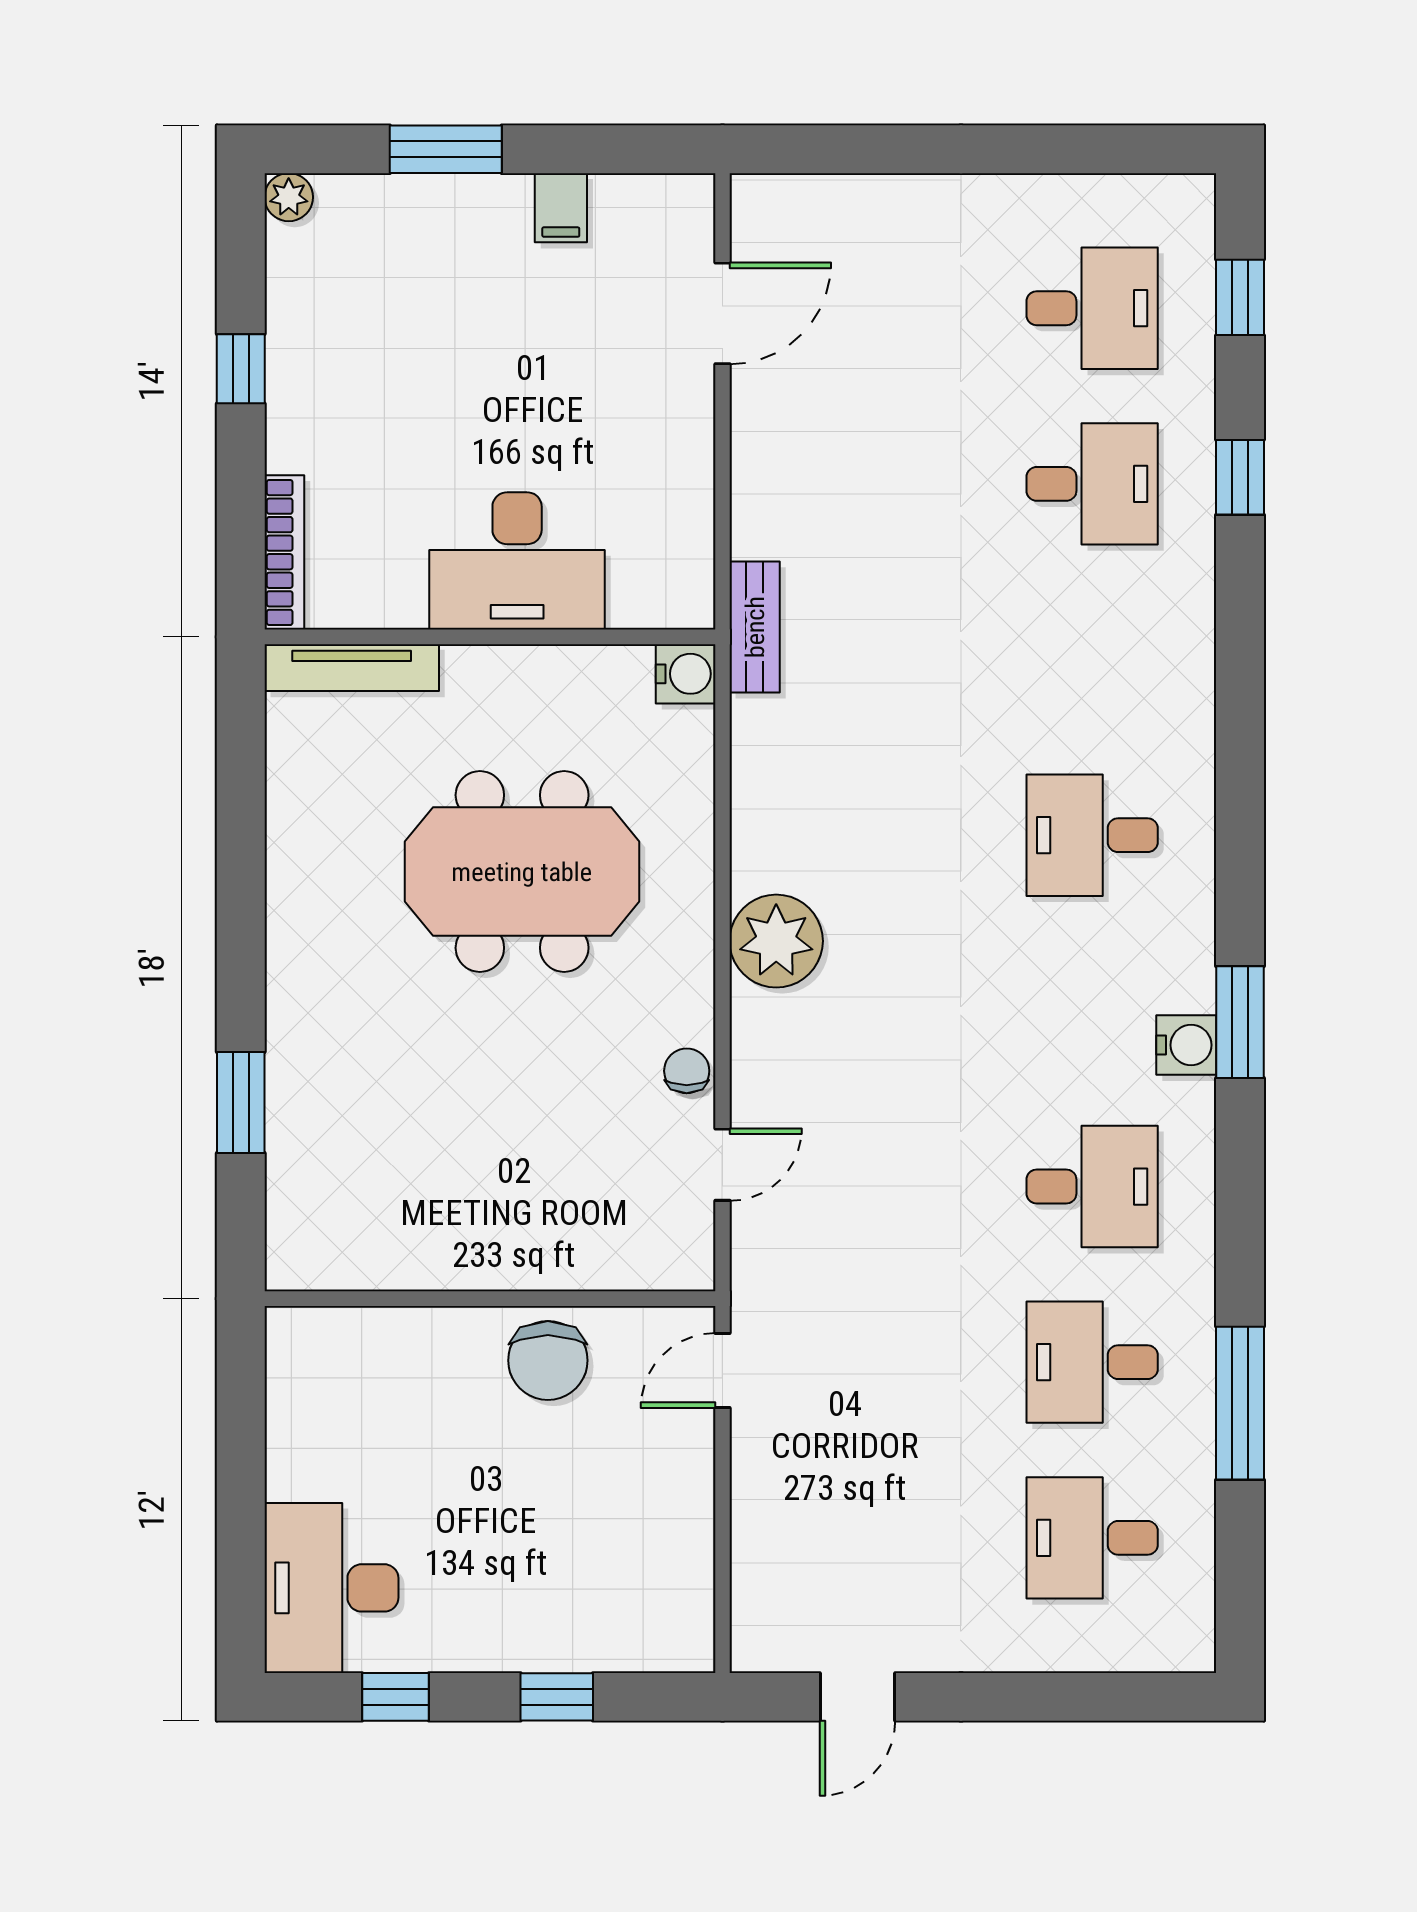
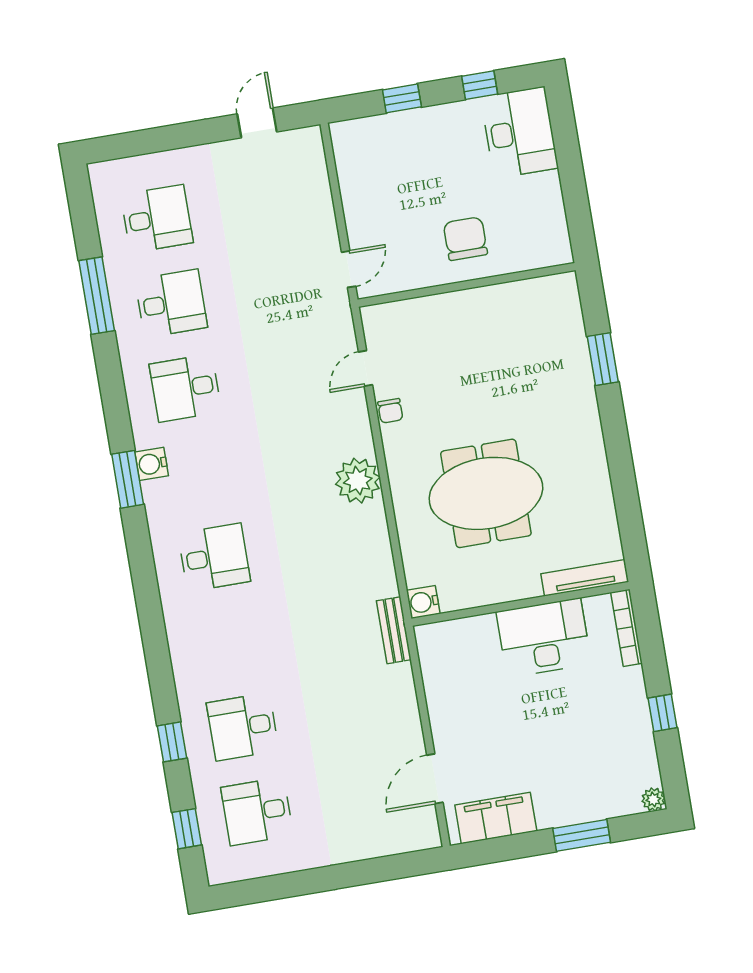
filing cabinet: (561, 208) -> (496, 818), width x3.00, depth x1.17
desk: (517, 561) -> (544, 638), moved
chair: (548, 1360) -> (465, 239), moved

